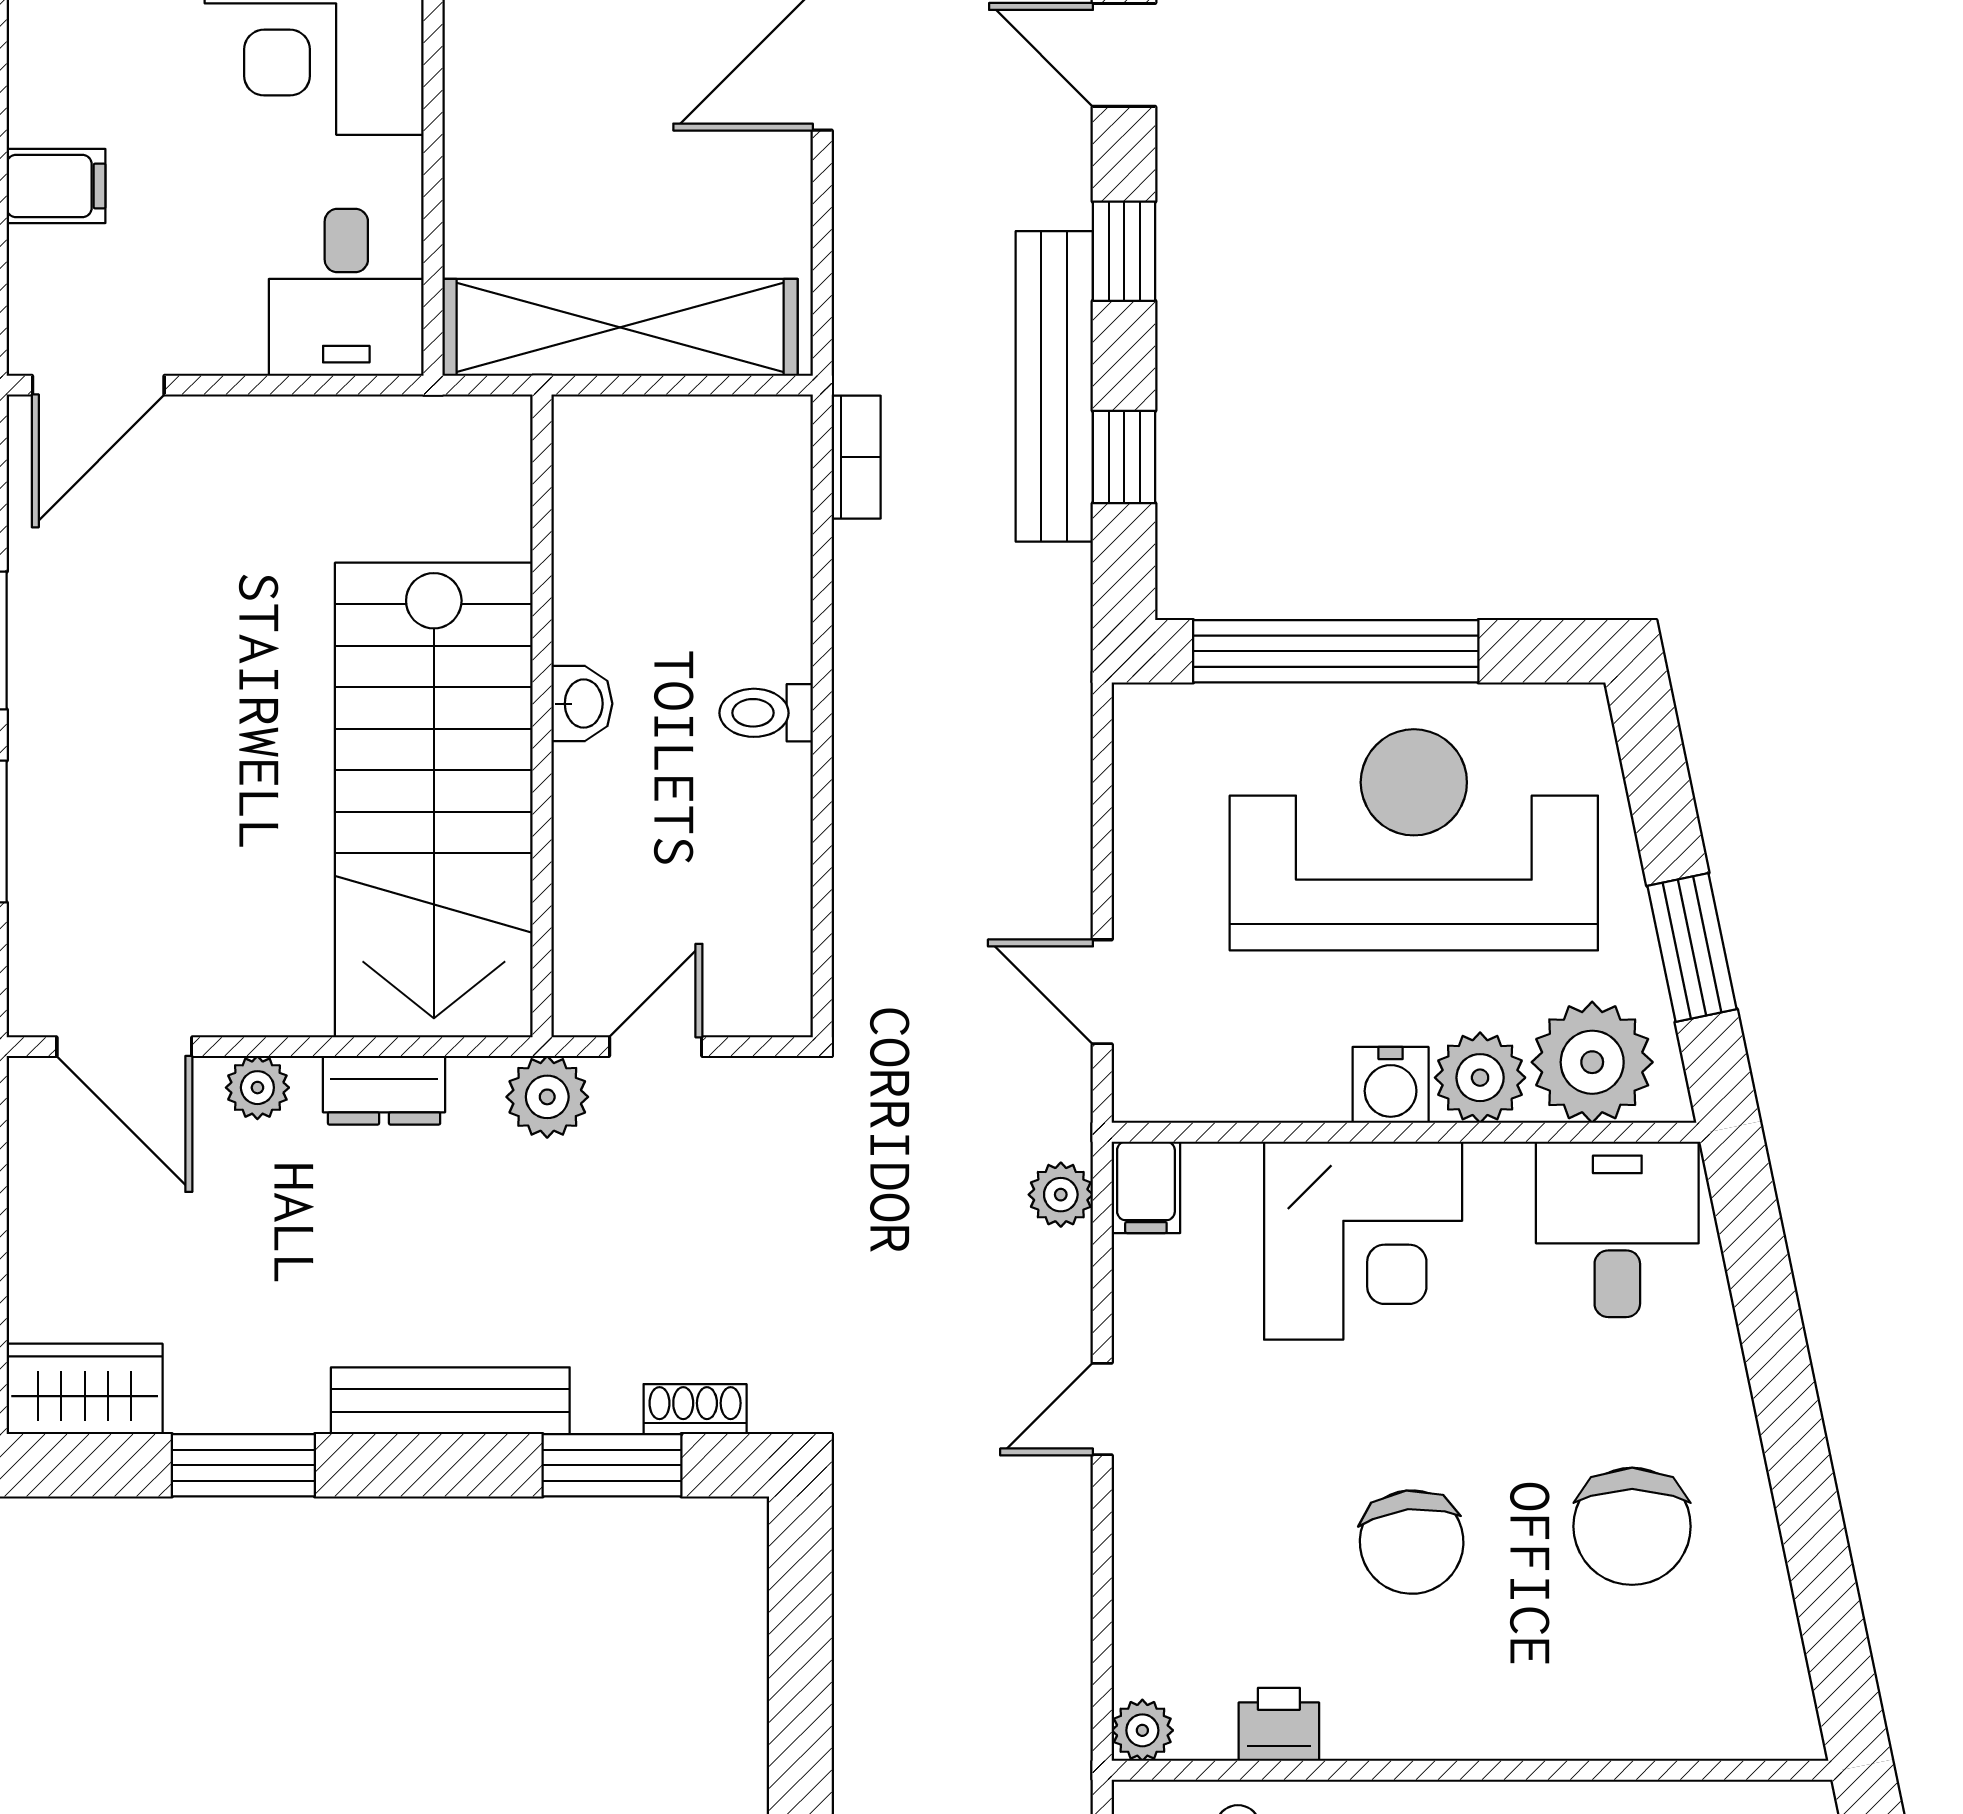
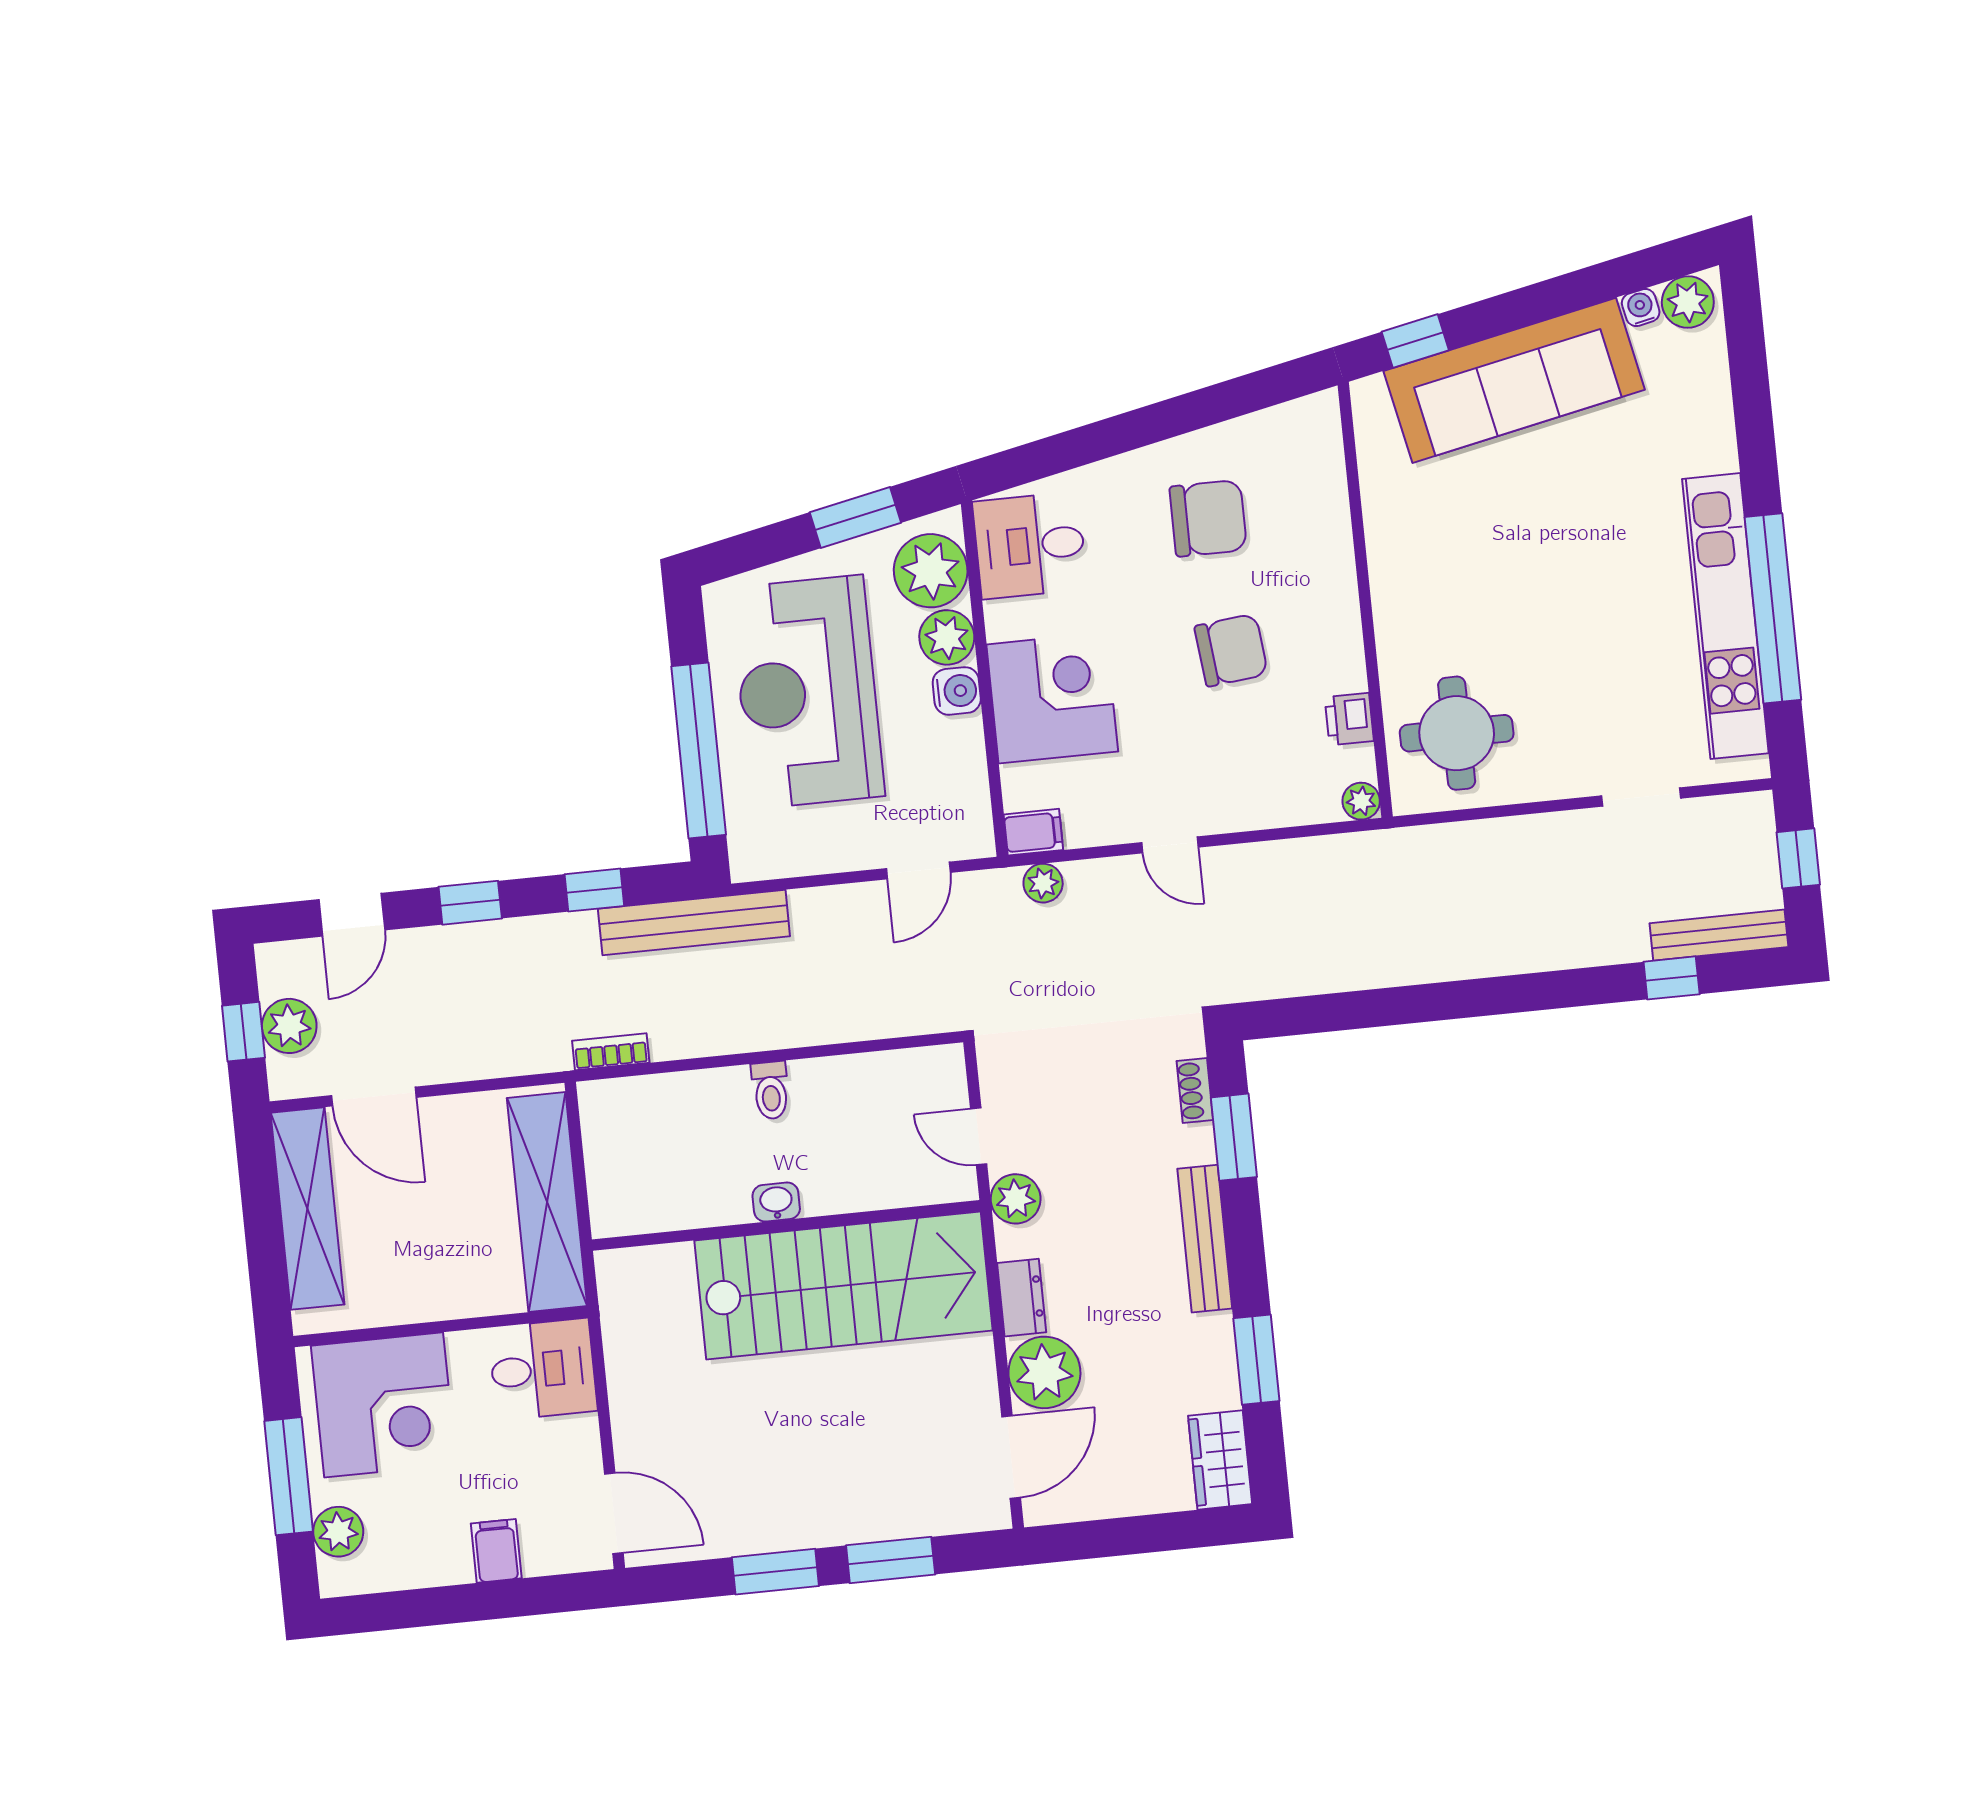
bench: (1054, 386) -> (694, 922), moved
plant: (257, 1088) -> (1044, 1372), width x1.88, depth x1.88

